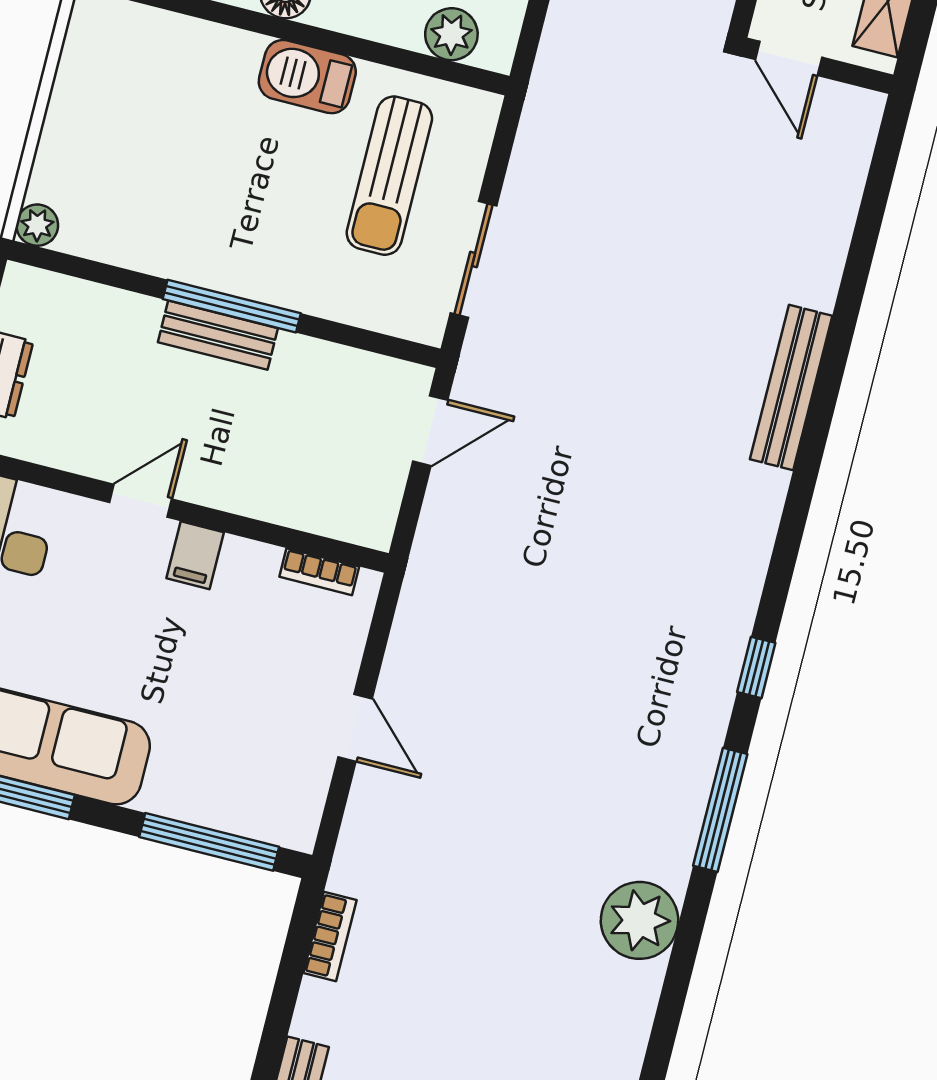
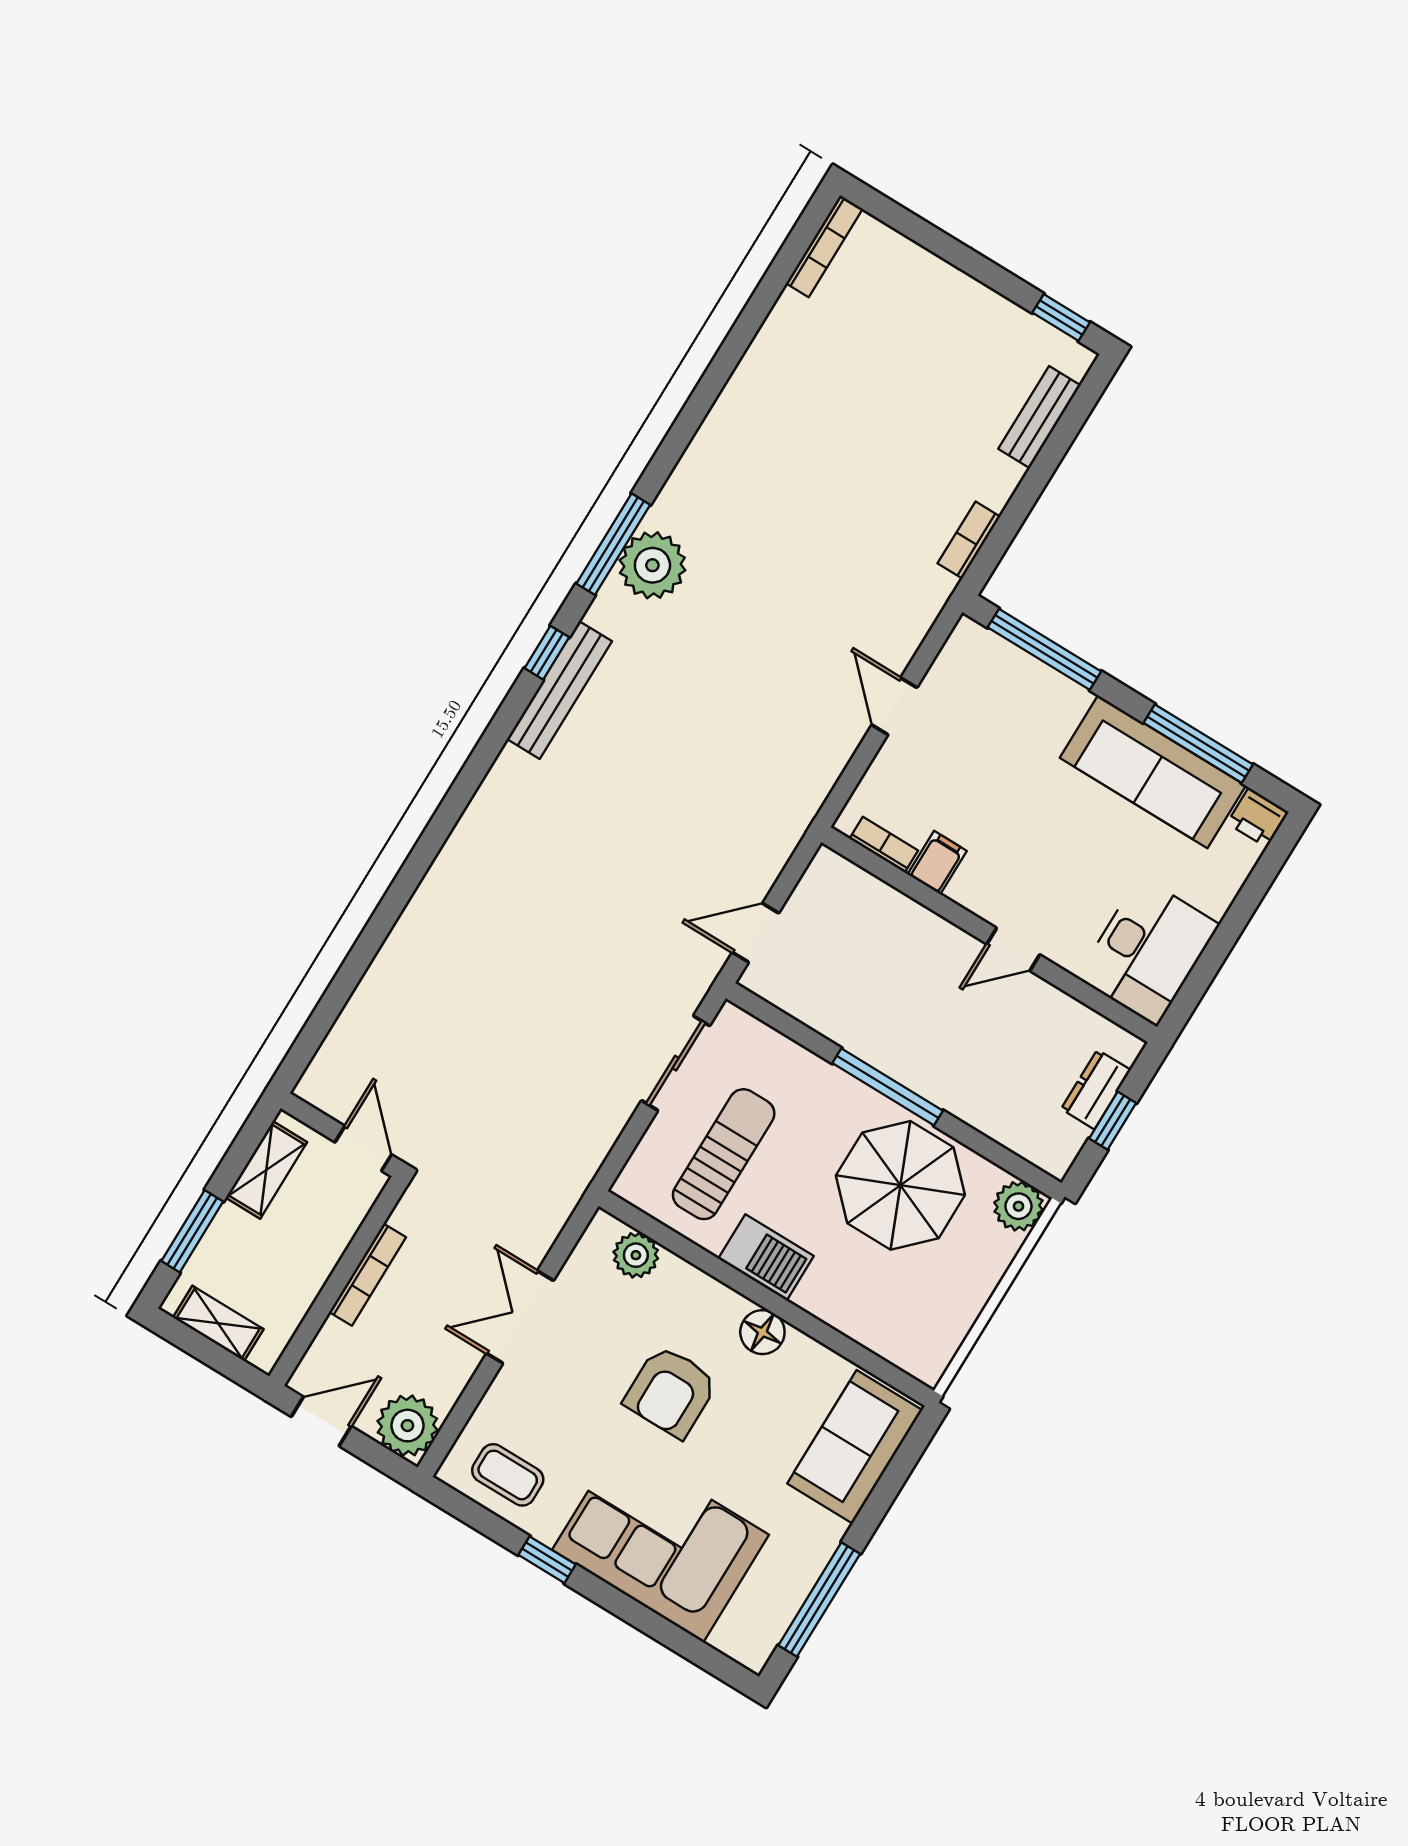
parasol: (184, 202) -> (900, 1185), added
plant: (37, 225) -> (1018, 1206), width x1.38, depth x1.38
bench: (218, 335) -> (907, 1066), removed
bench: (791, 387) -> (559, 690), moved
filing cabinet: (195, 555) -> (937, 863), moved
plant: (639, 920) -> (652, 565), moved

